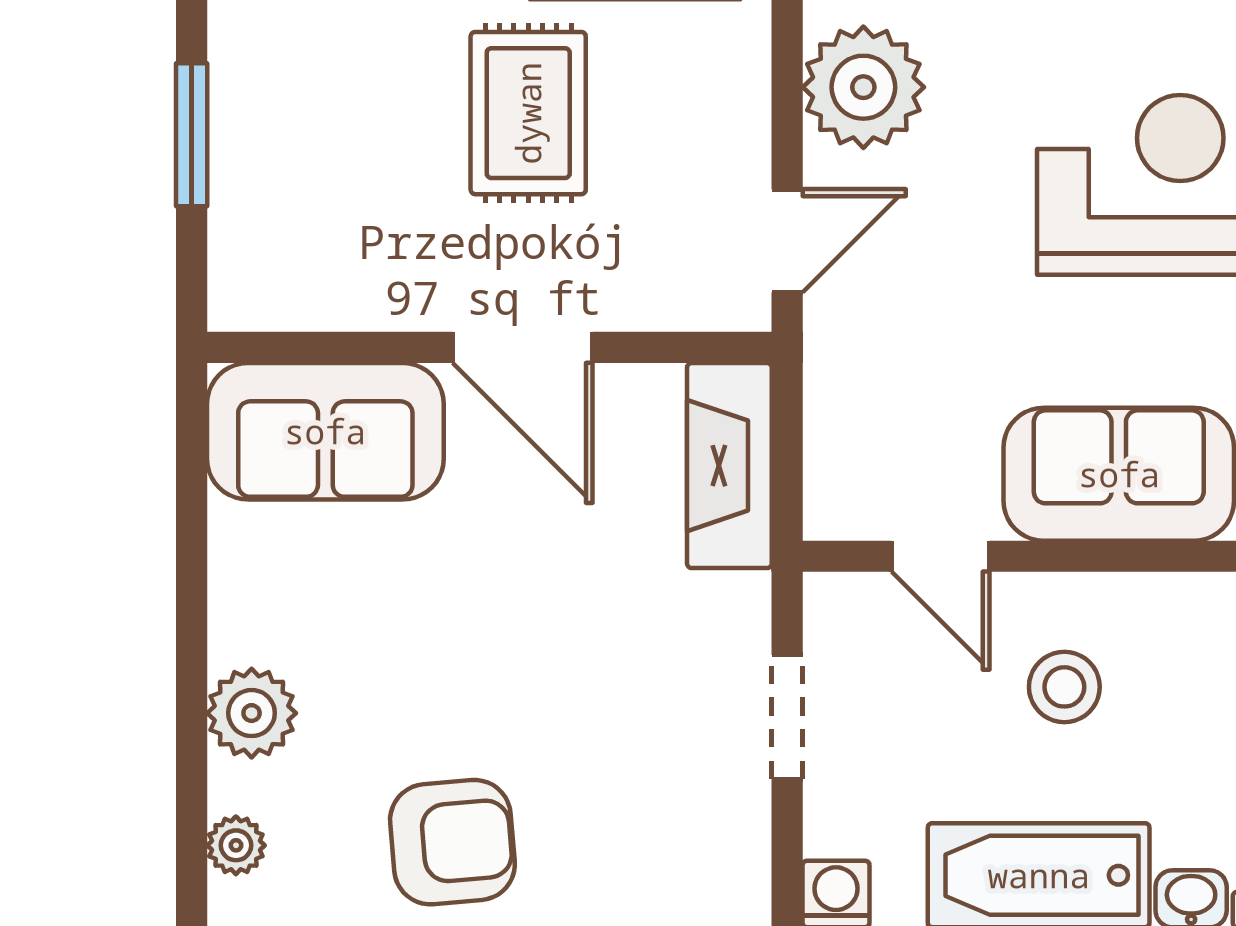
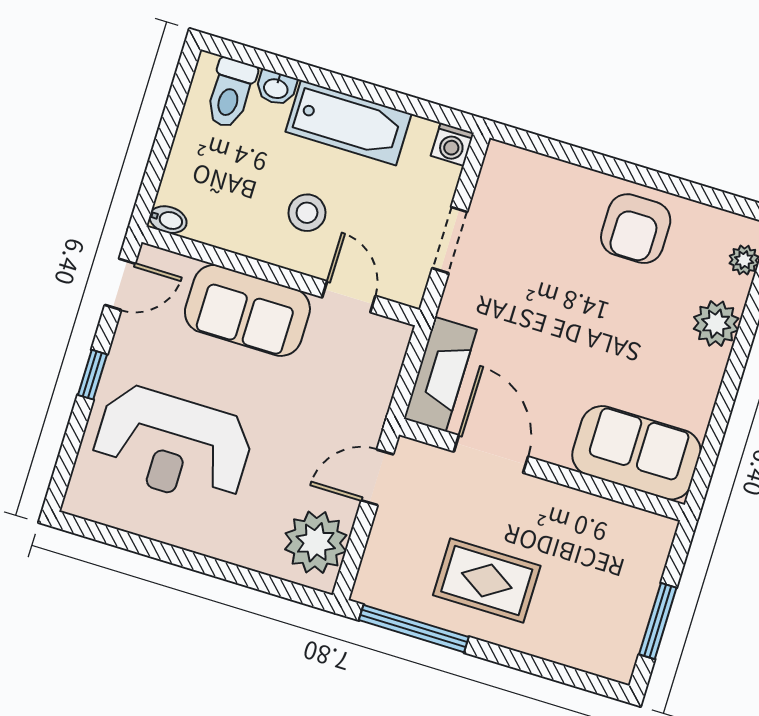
rug: (528, 113) -> (487, 581), turned 90
door: (523, 347) -> (491, 454), moved
armchair: (452, 842) -> (636, 229), turned -85

